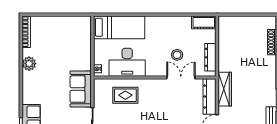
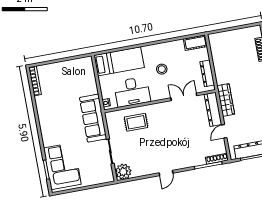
stool: (177, 55) -> (162, 69), moved
plant: (29, 64) -> (43, 110), removed
sofa: (81, 89) -> (93, 118), width x1.36

